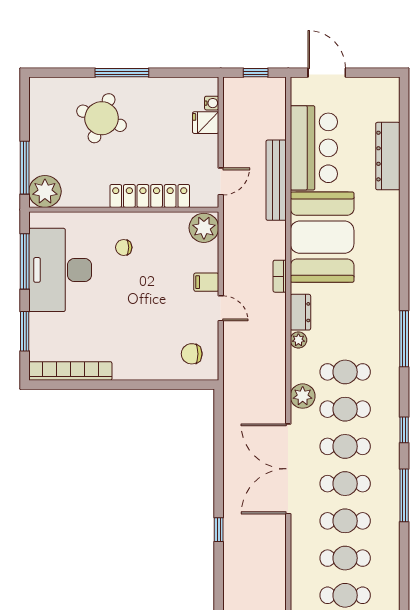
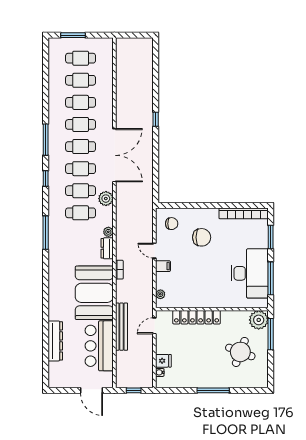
round table: (102, 118) -> (240, 352), moved
plant: (204, 228) -> (160, 294), width x0.53, depth x0.53
chair: (124, 247) -> (202, 237), moved, width x1.87, depth x1.87

